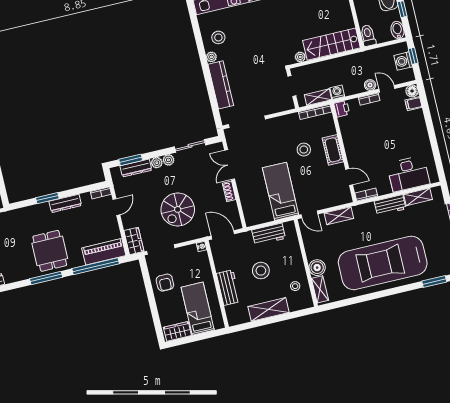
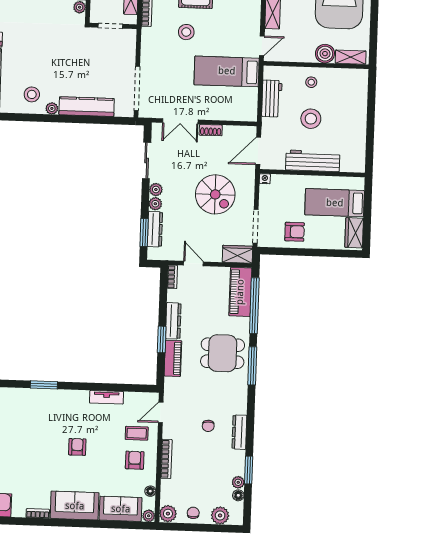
piano: (35, 211) -> (173, 358), added
stool: (295, 286) -> (311, 82), moved
workbench: (228, 288) -> (313, 161), width x1.38
shelving: (269, 309) -> (358, 122), removed

